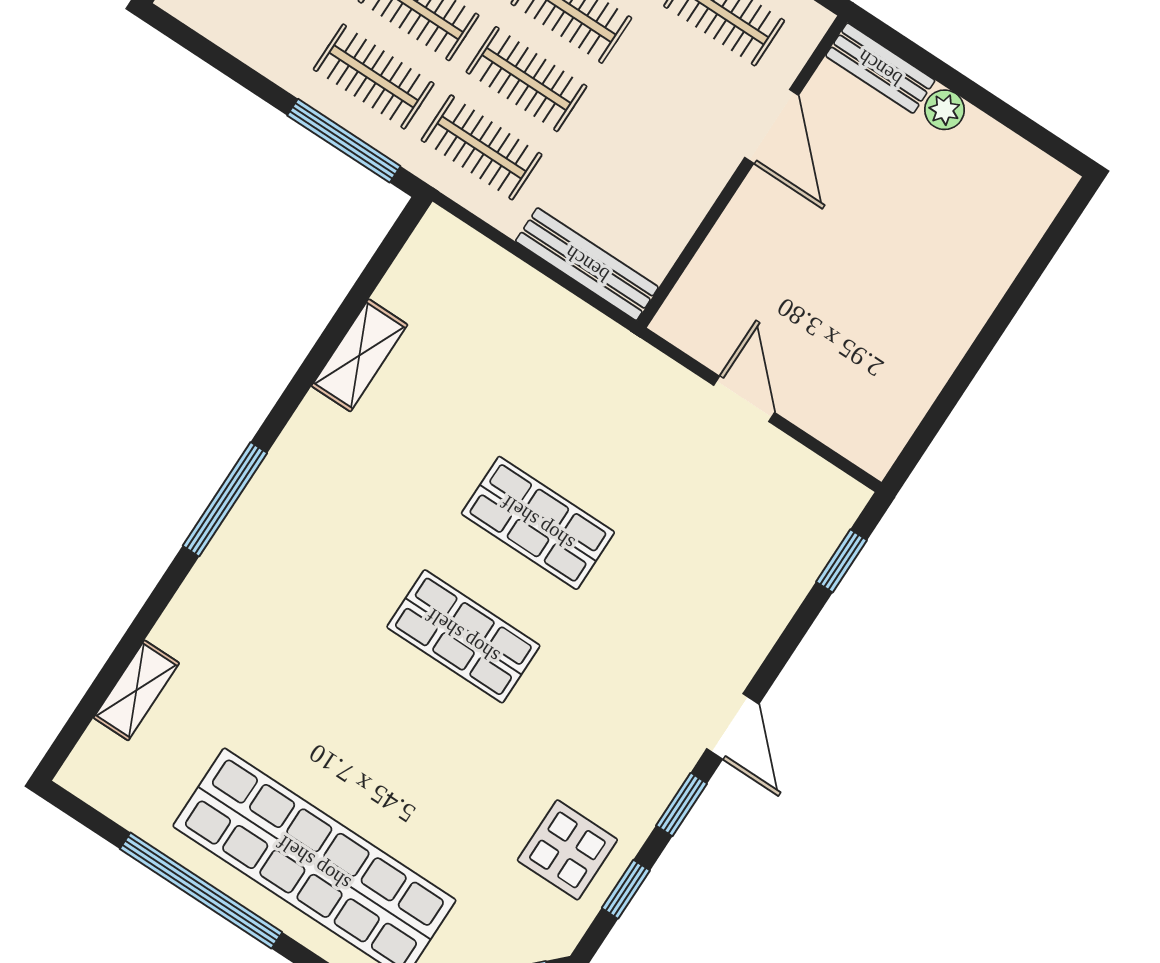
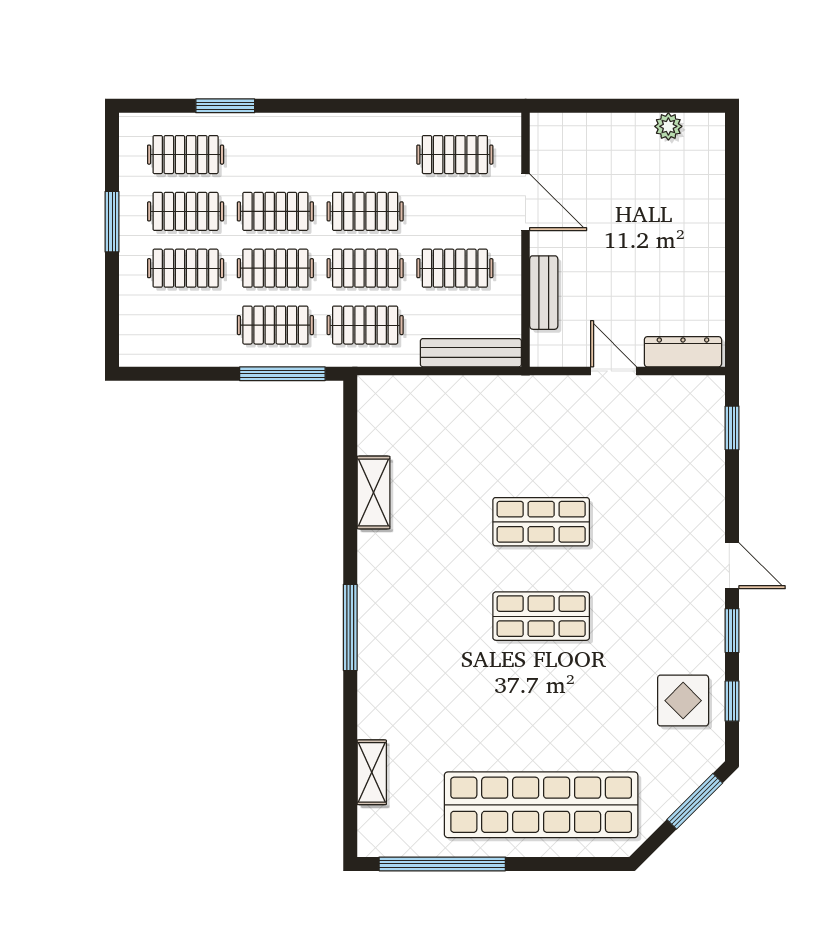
bench: (880, 68) -> (544, 293), moved, turned 90
plant: (944, 110) -> (668, 126), moved
clothes rail: (634, 150) -> (455, 268), added
dresser: (843, 431) -> (683, 352), added
window: (201, 891) -> (442, 864), moved

